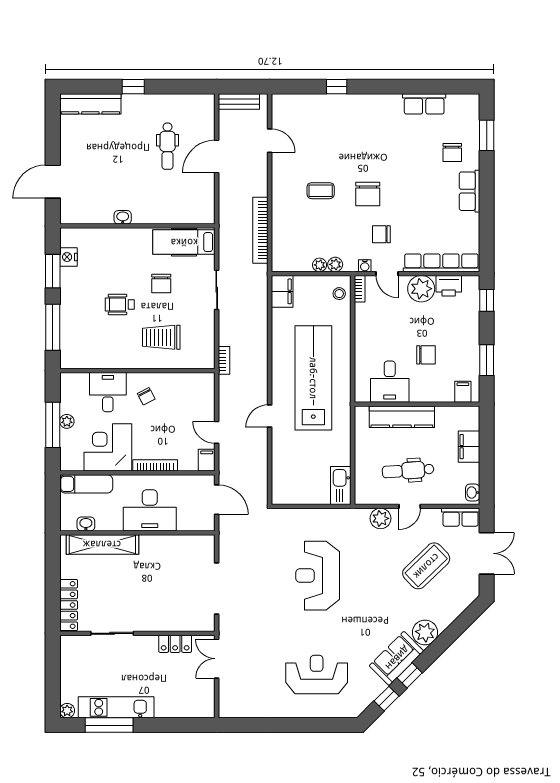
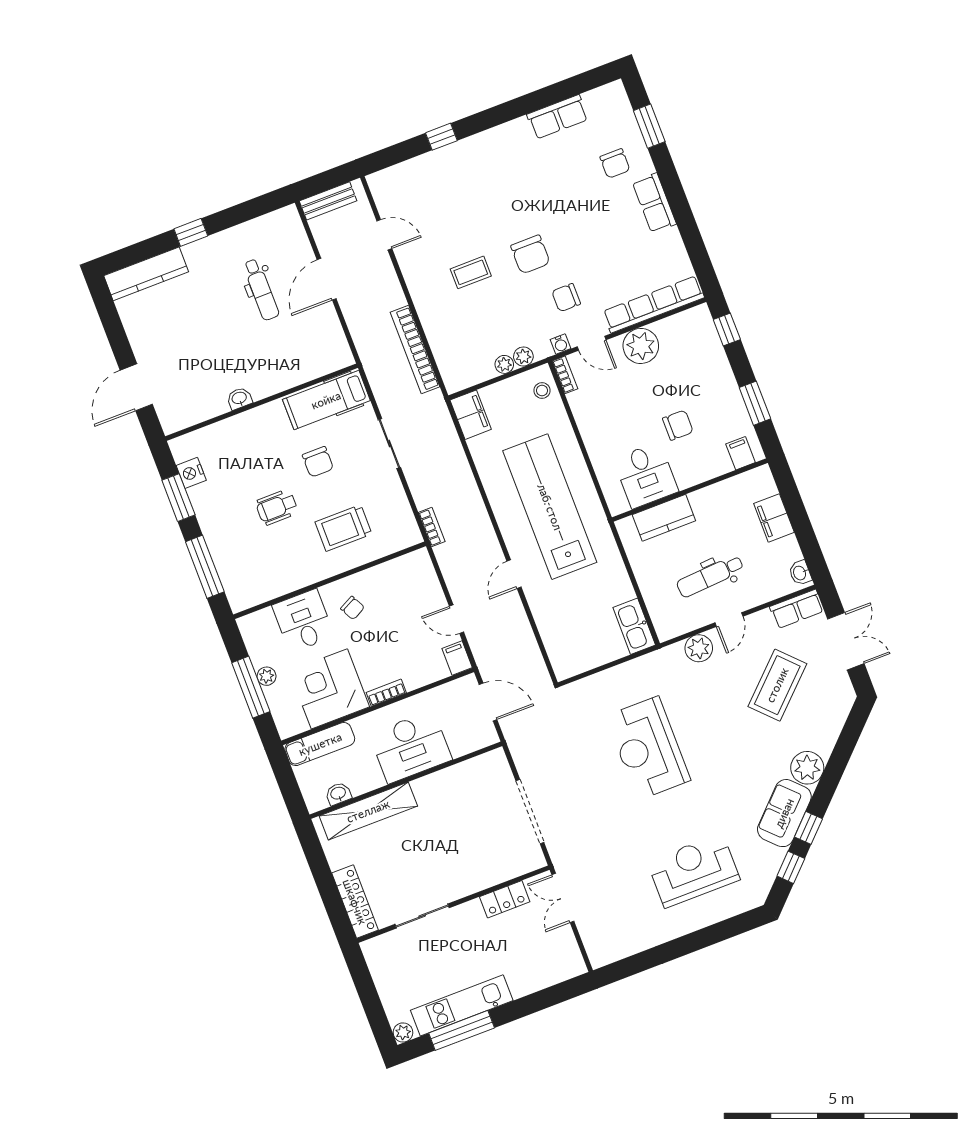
printer: (449, 286) -> (673, 329), removed
kitchen counter: (402, 417) -> (664, 518), width x0.67
bookcase: (155, 465) -> (386, 693), width x0.64

